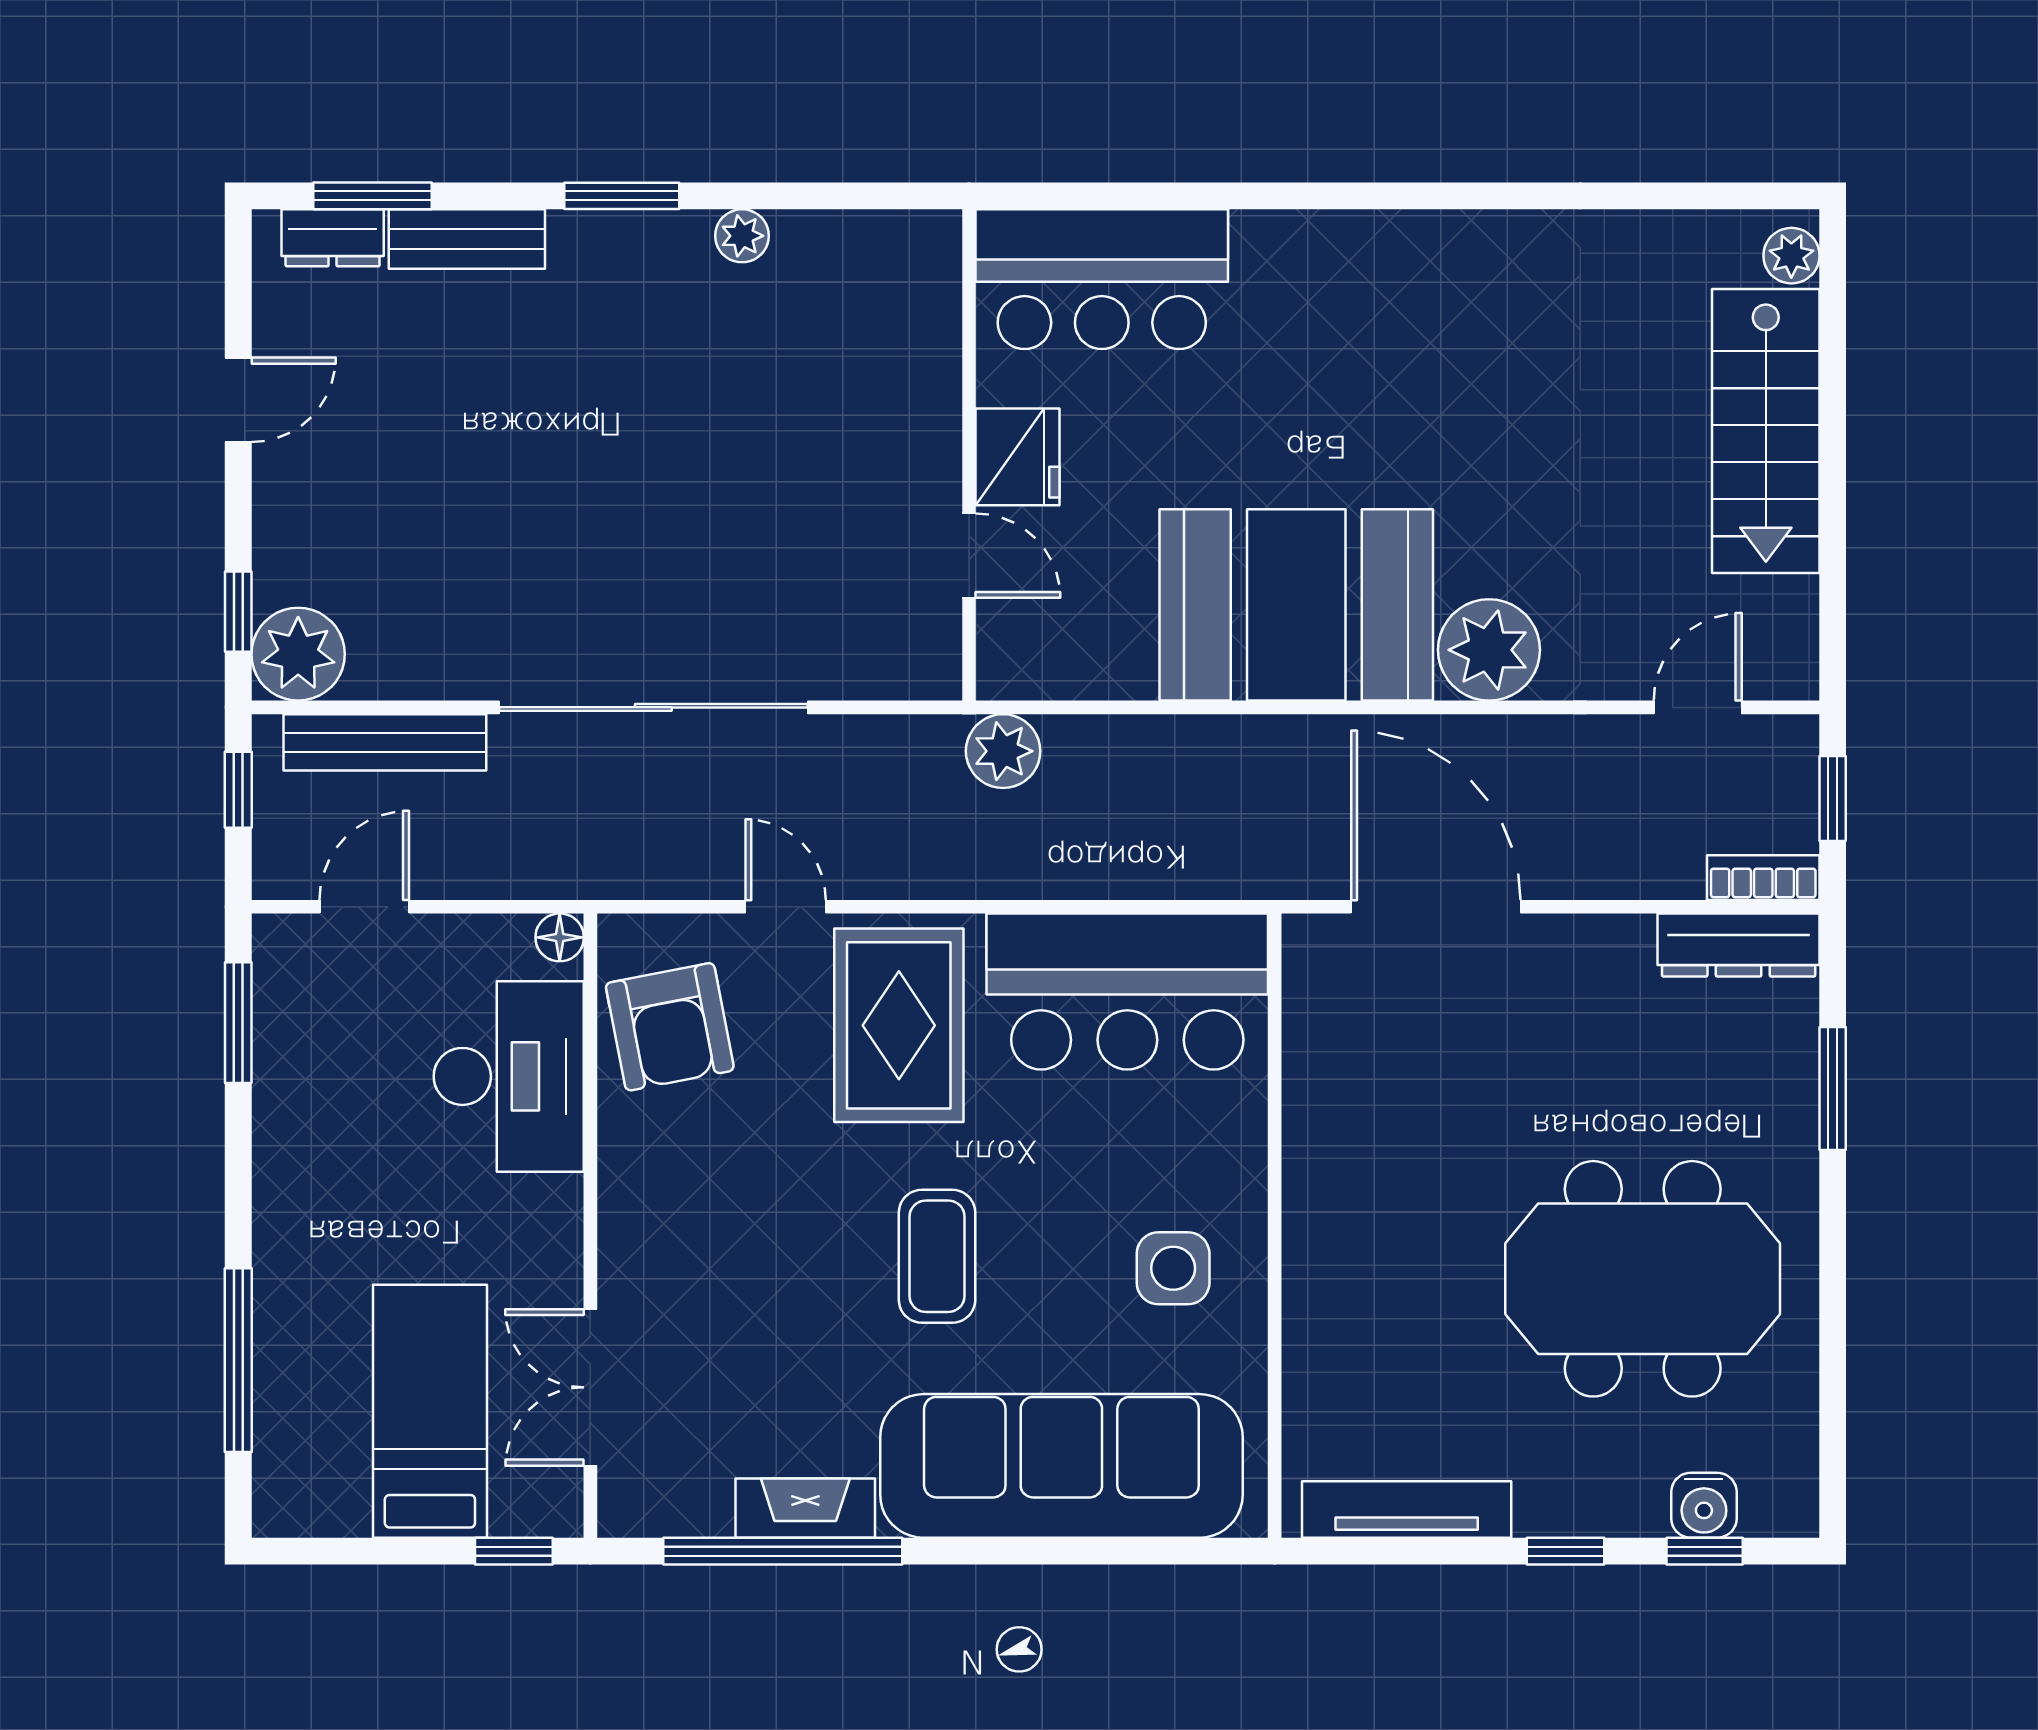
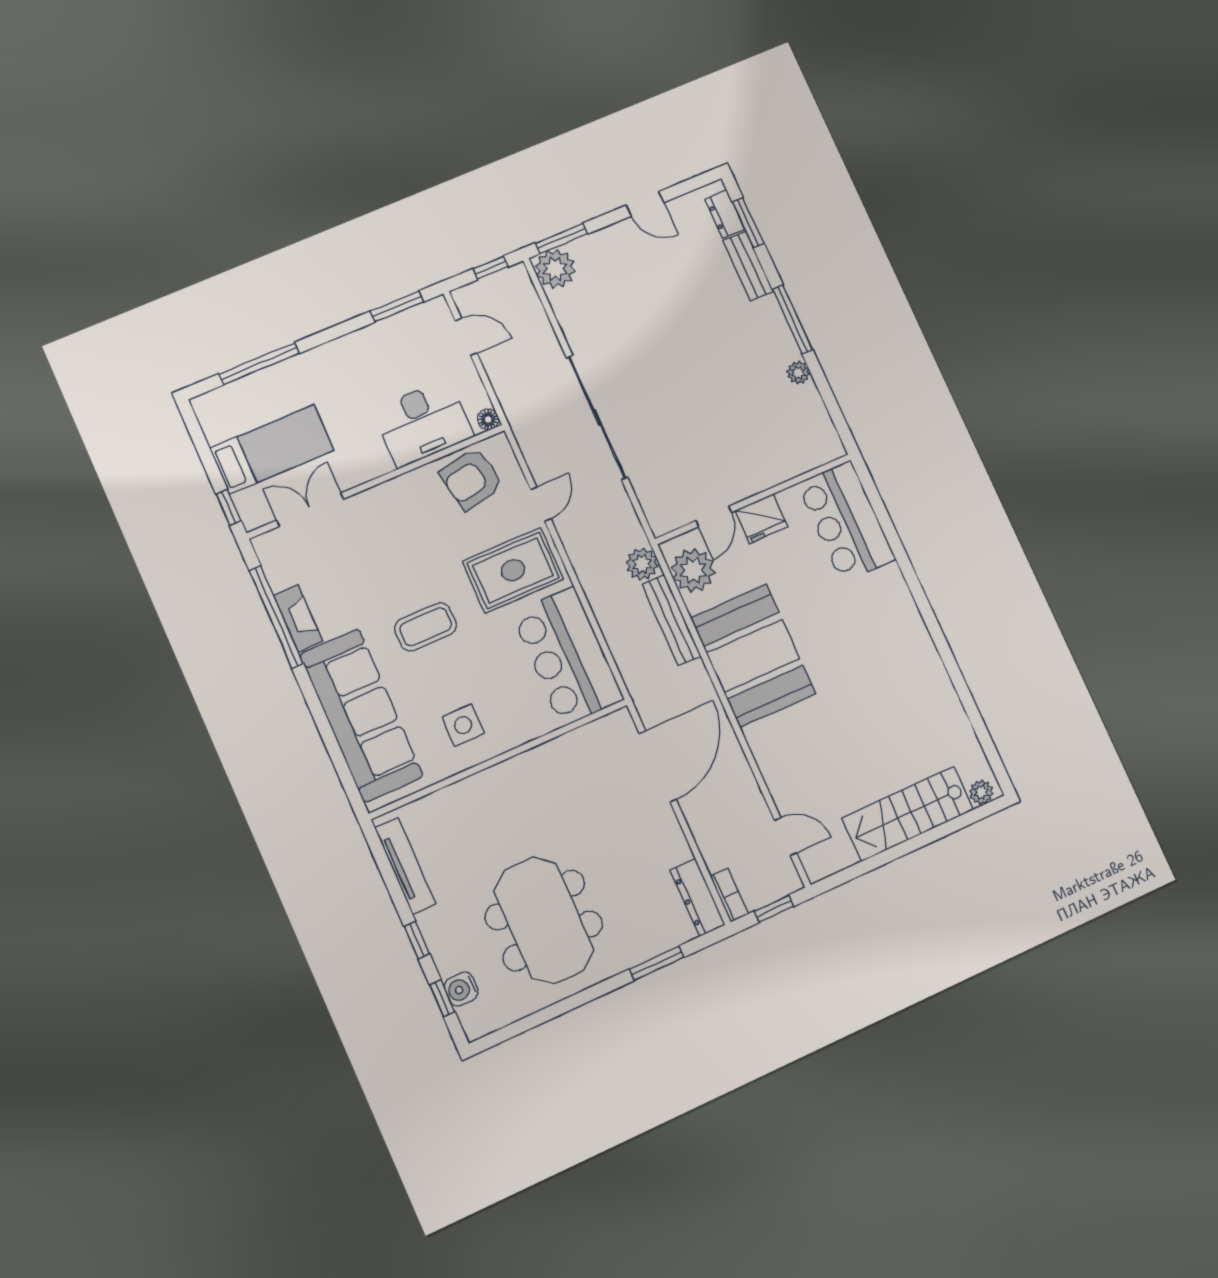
window: (622, 196) -> (792, 319), width x1.44
window: (238, 612) -> (562, 238), width x1.50
plant: (1489, 650) -> (693, 570), moved
bench: (385, 742) -> (671, 620), moved

